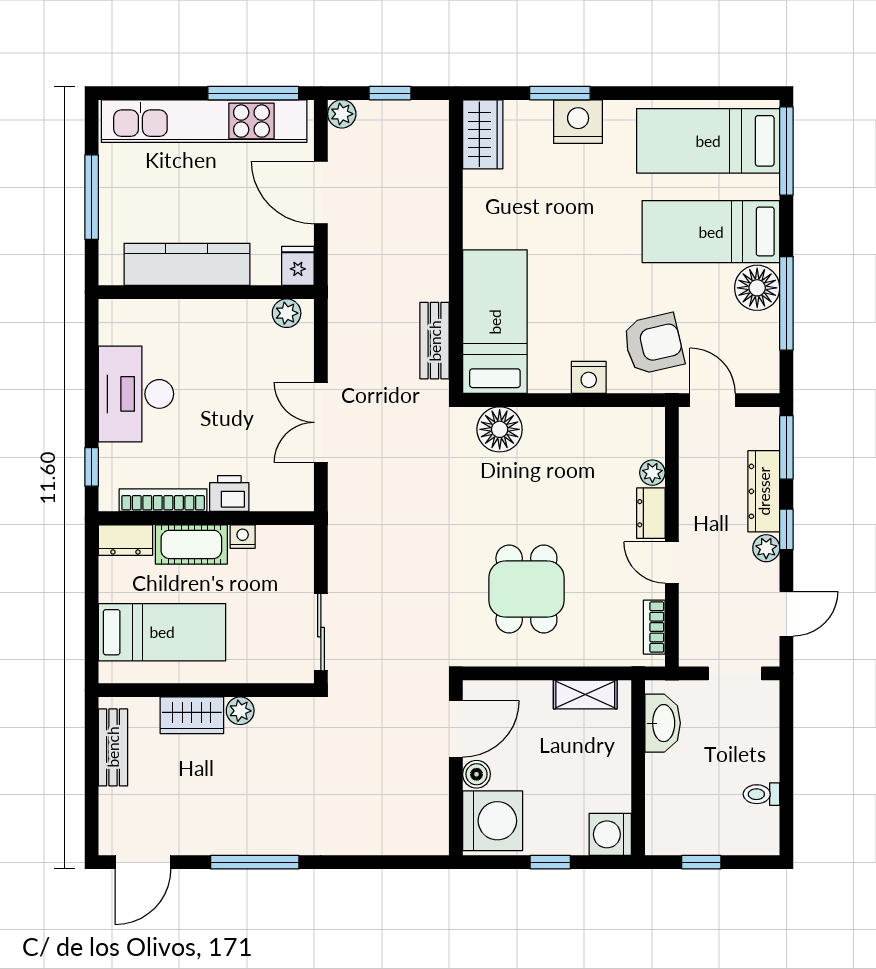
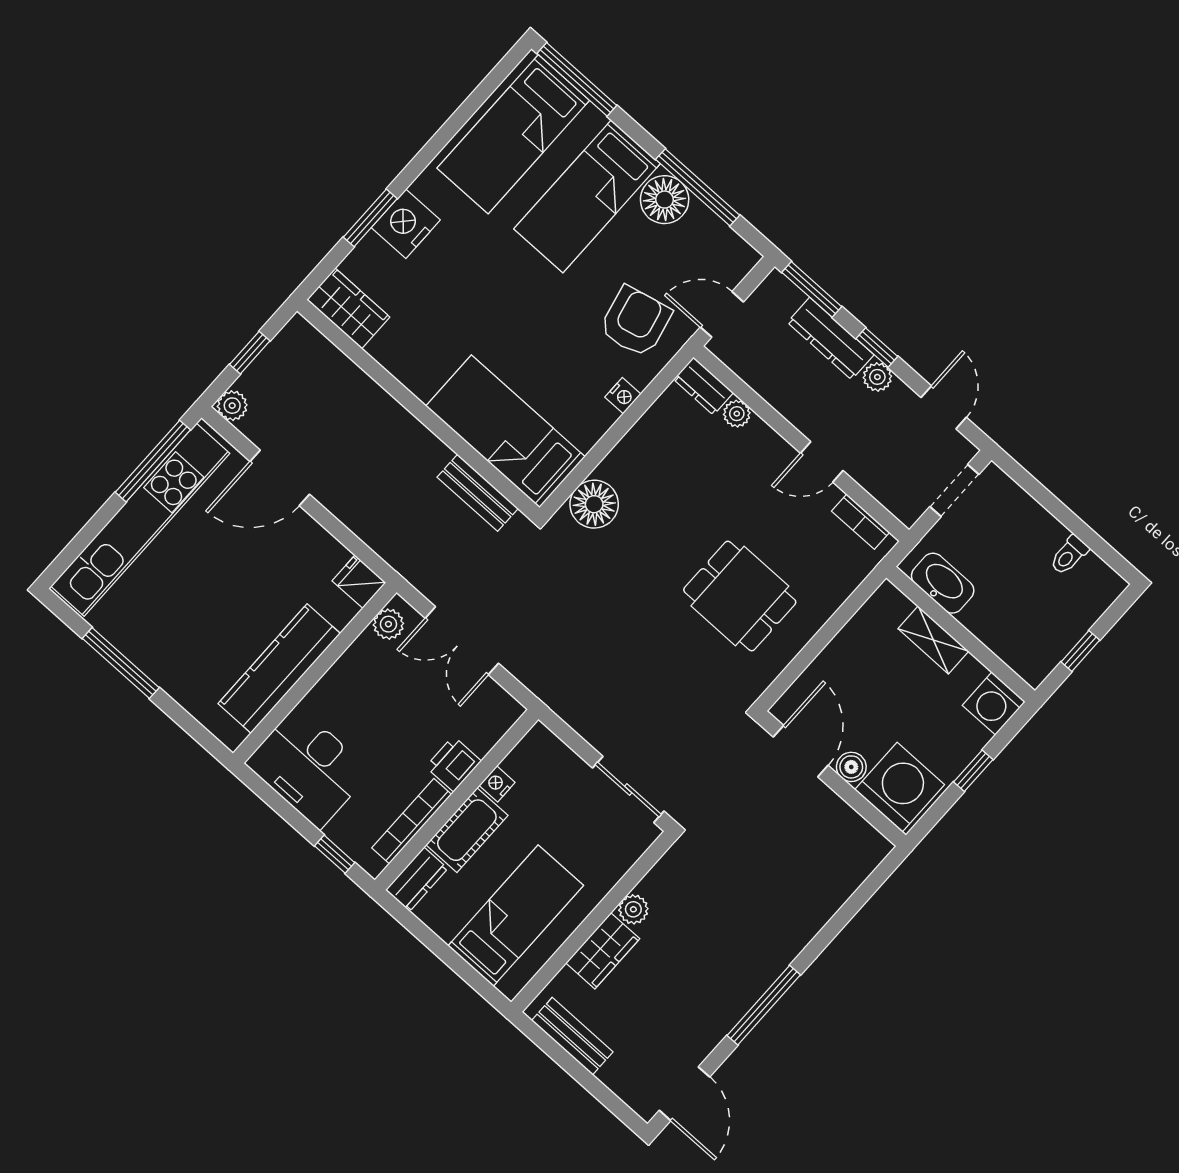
kitchen counter: (187, 264) -> (279, 669), moved
fridge: (298, 266) -> (359, 582), moved
wall: (206, 292) -> (315, 673), moved
plant: (287, 313) -> (388, 624), moved
nightstand: (589, 377) -> (623, 396), width x0.72, depth x0.74
dresser: (651, 513) -> (703, 386), moved
shelving: (585, 694) -> (933, 640), moved, turned 90

